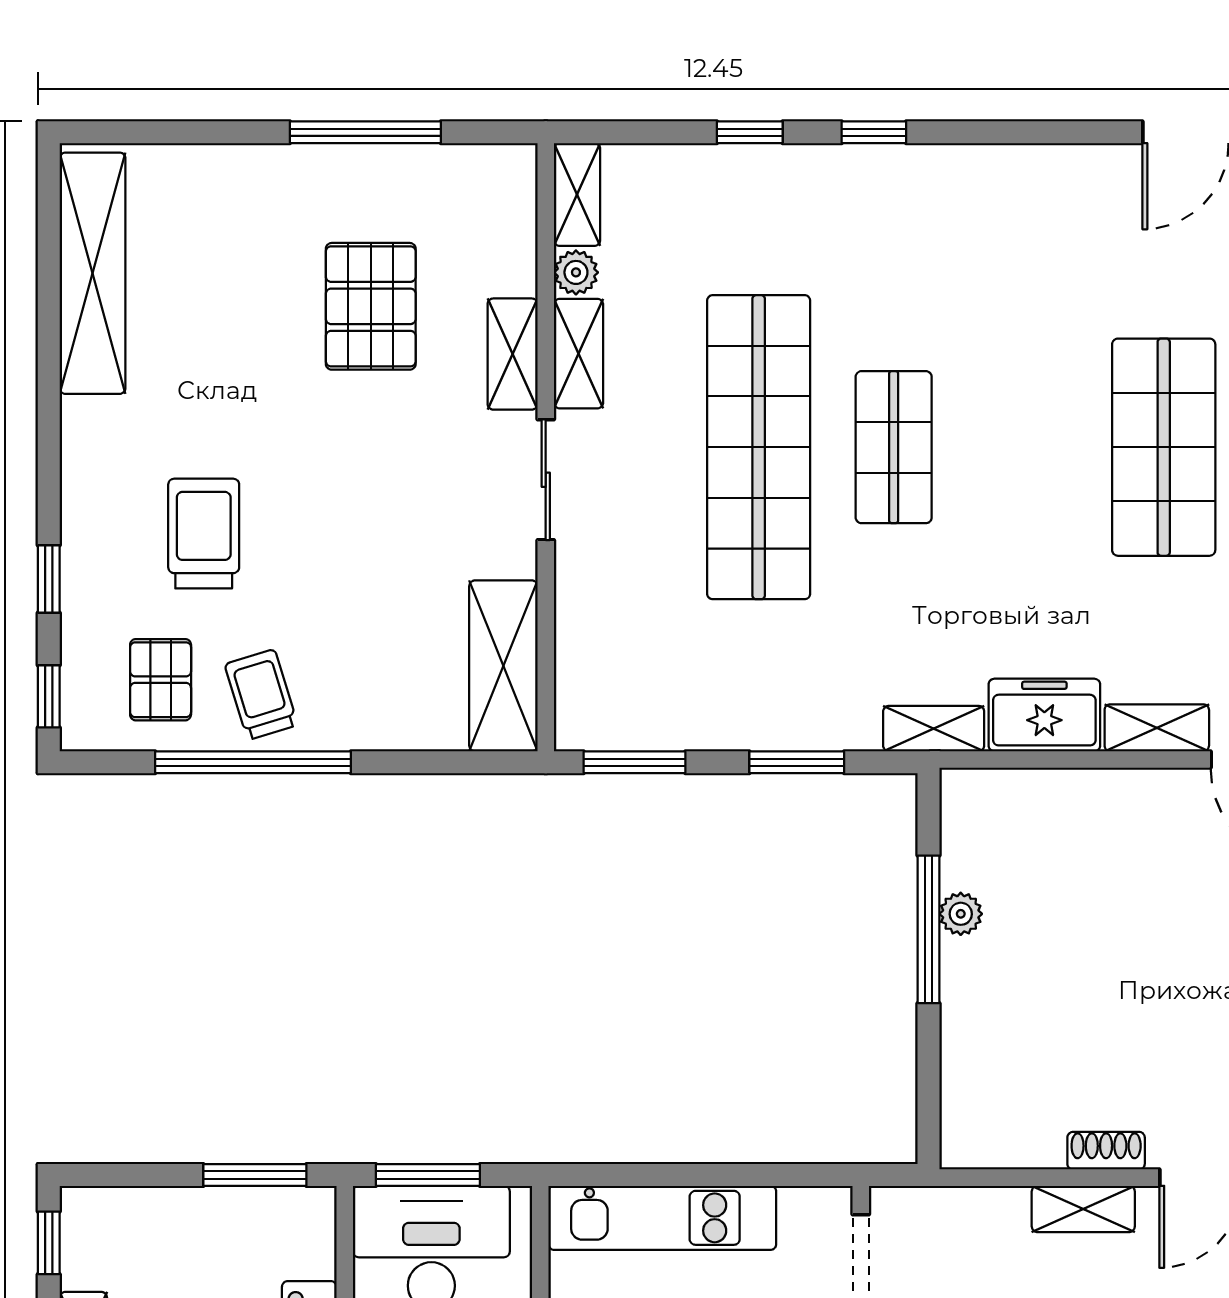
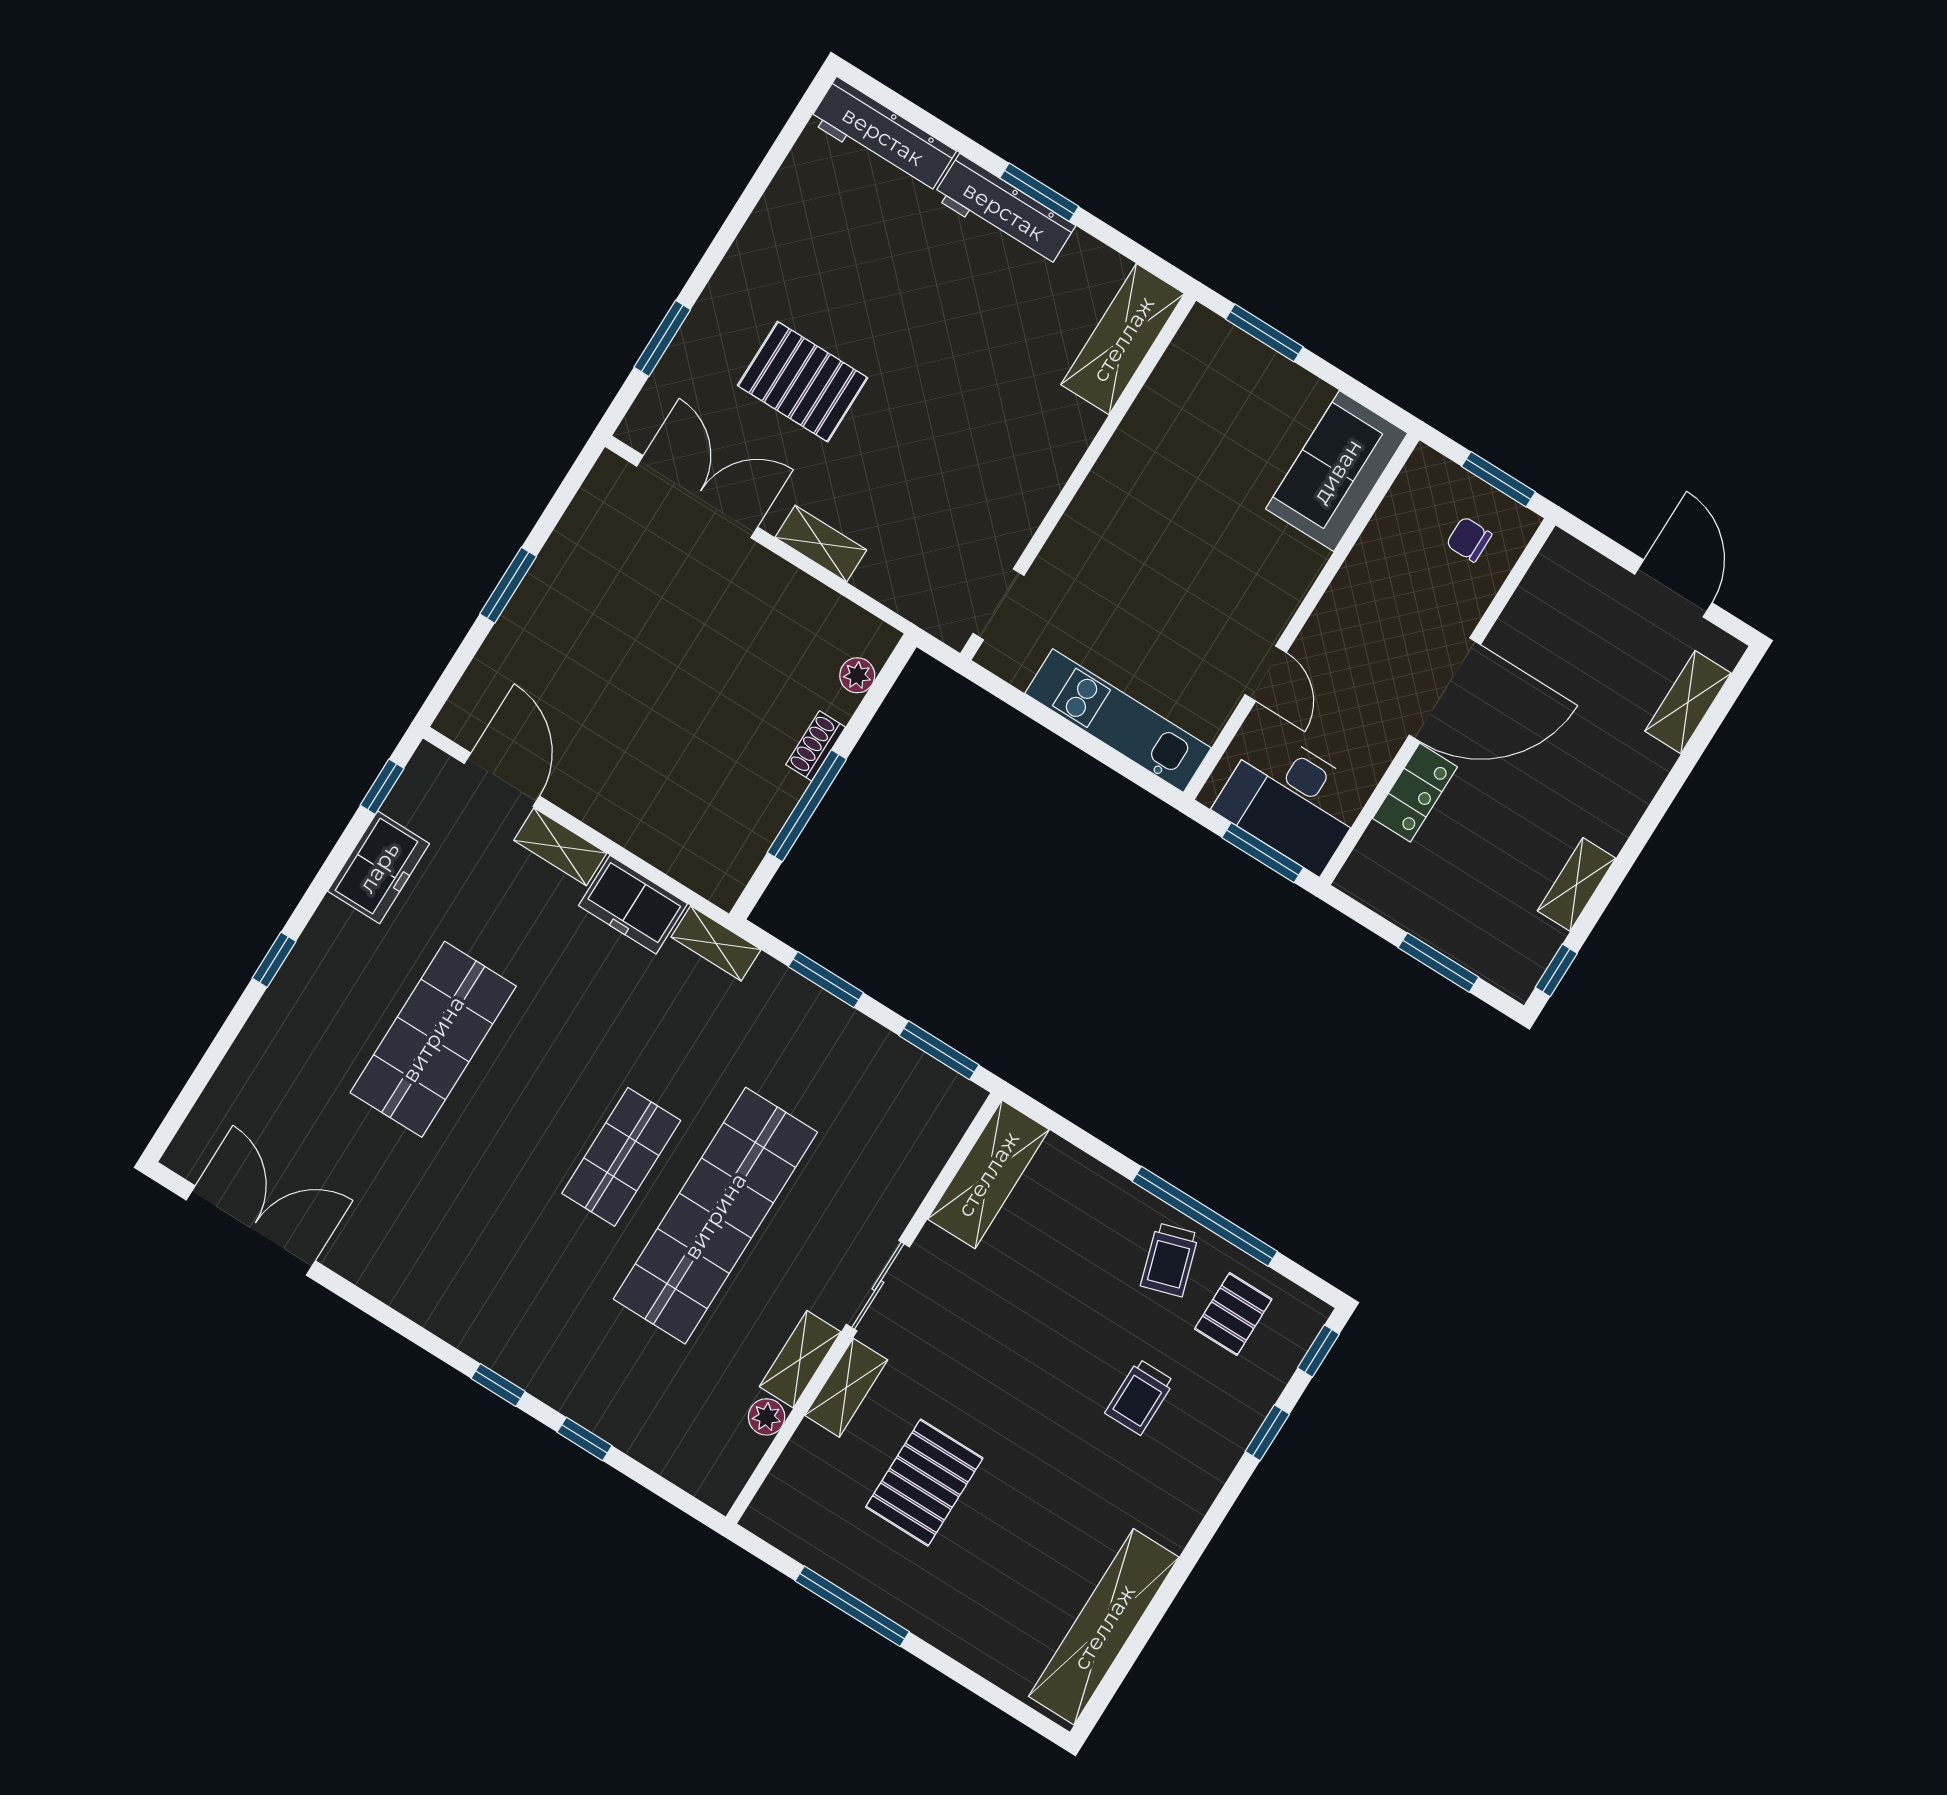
shelving: (577, 194) -> (732, 1471), removed
trolley: (204, 534) -> (1140, 1397), width x0.73, depth x0.72
plant: (961, 914) -> (857, 675), moved
shoe rack: (1106, 1151) -> (816, 746), moved, turned 90
window: (255, 1175) -> (1438, 962), moved

